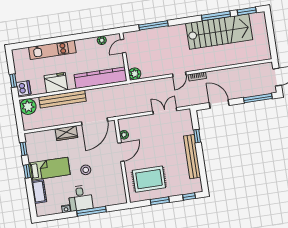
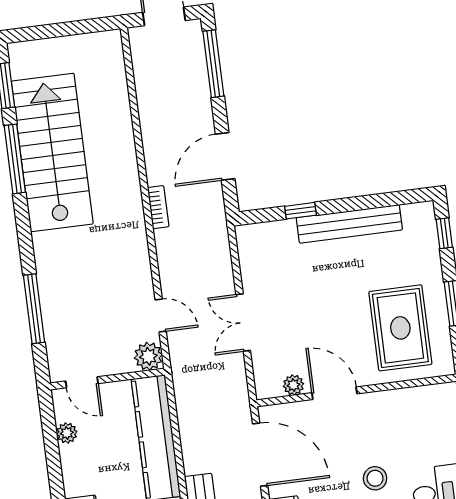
door: (179, 74) -> (161, 315), moved
double door: (165, 111) -> (243, 322), moved

